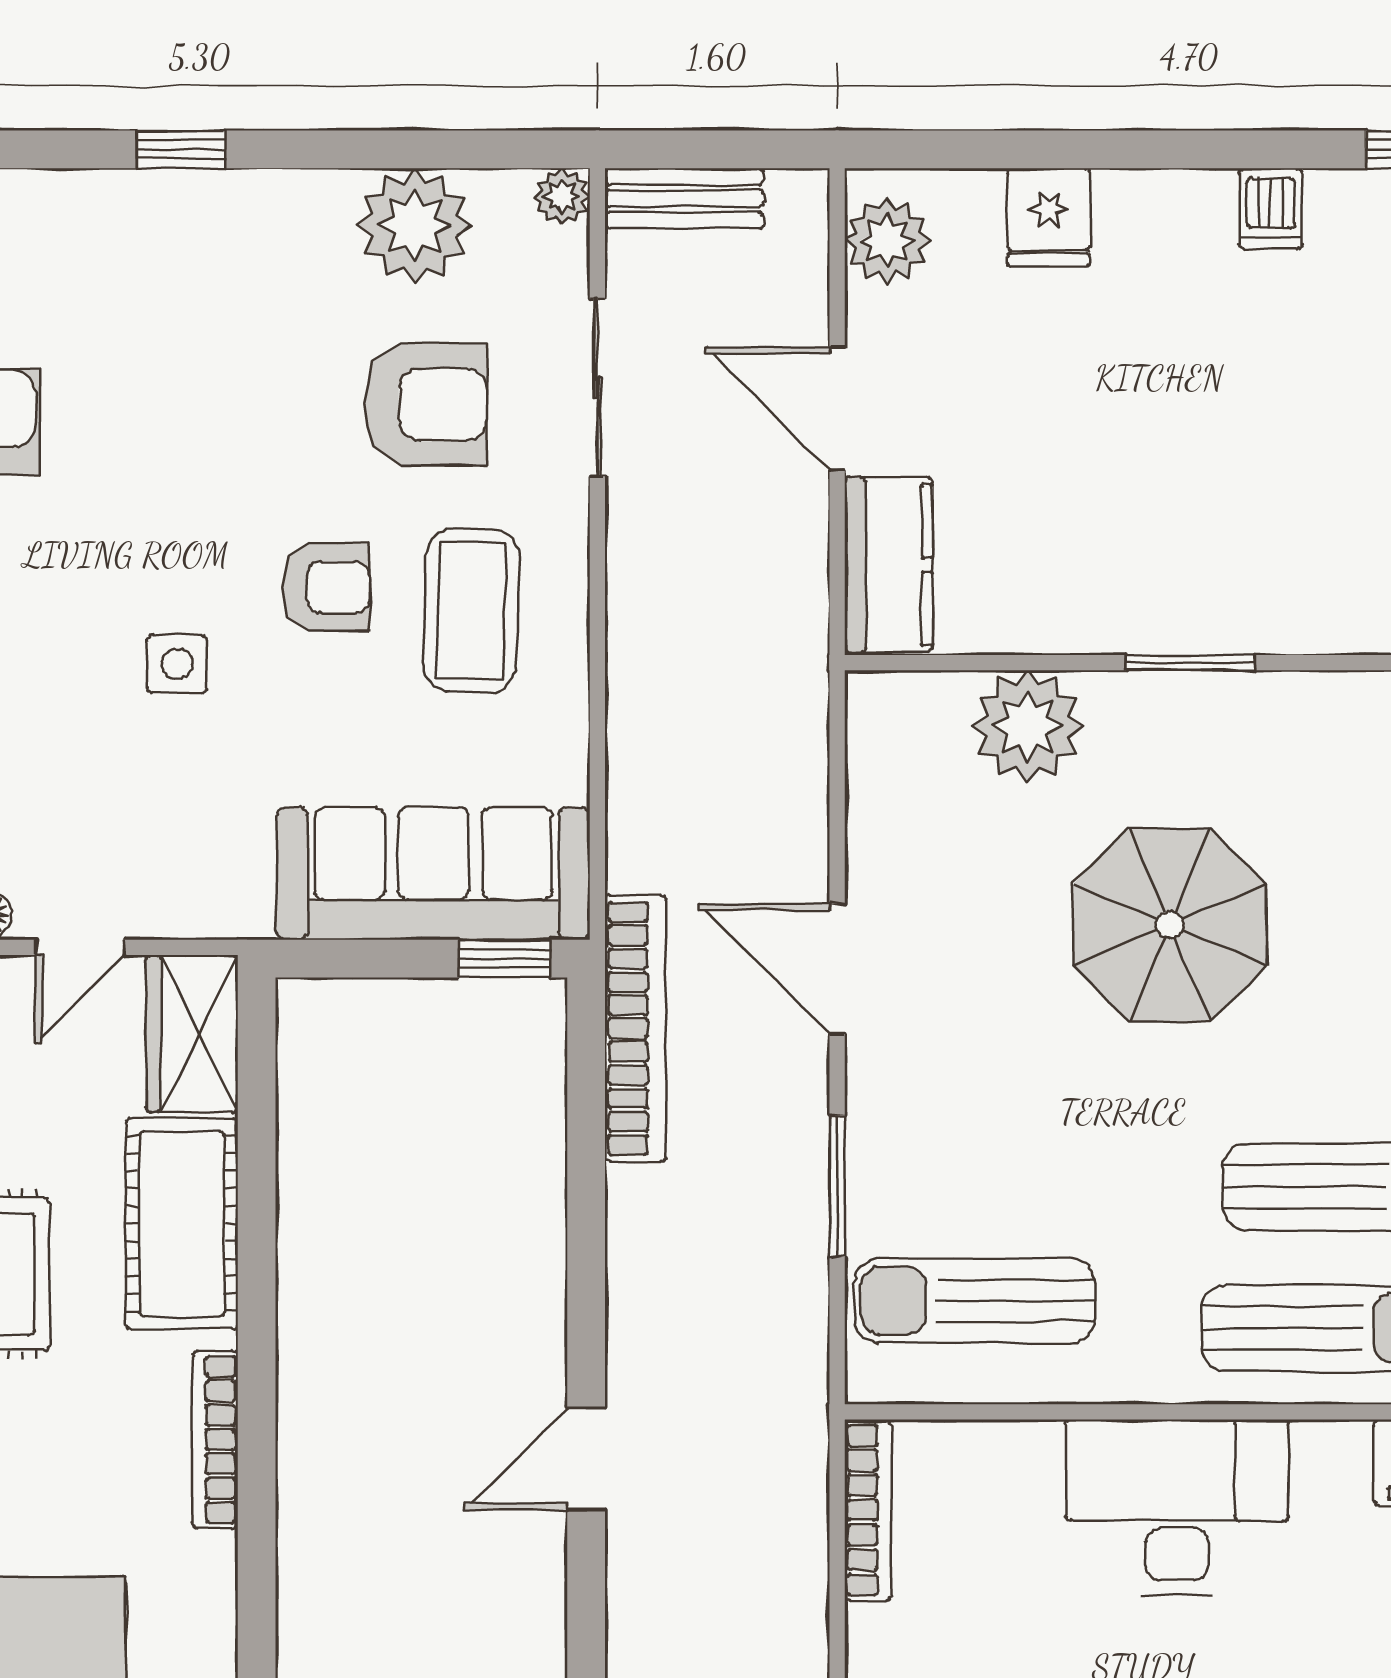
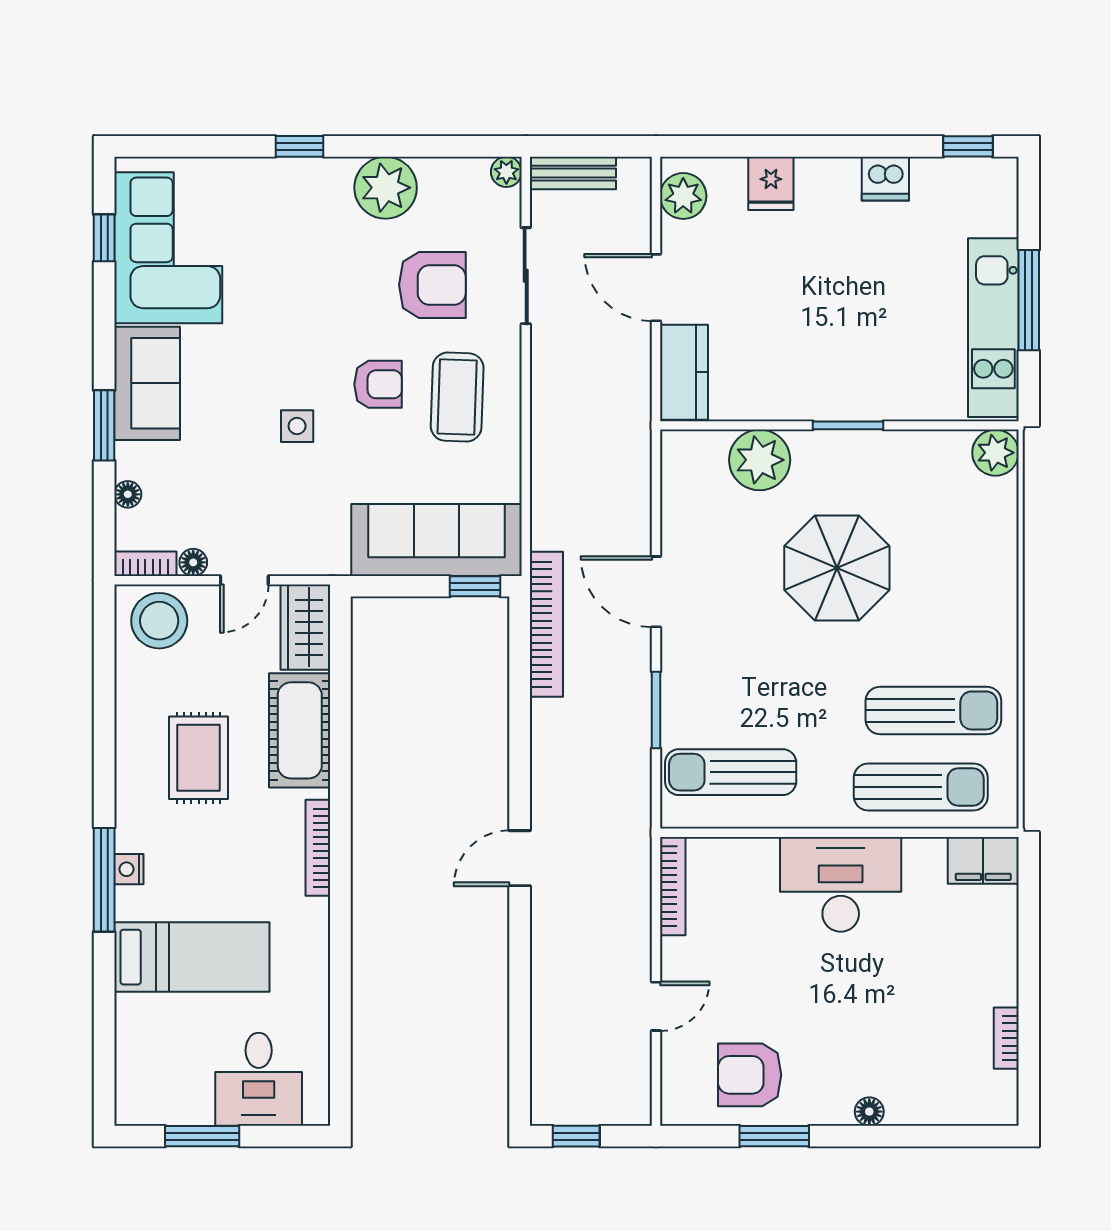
dishwasher: (1271, 209) -> (885, 179), width x1.38
plant: (415, 225) -> (386, 188), moved

